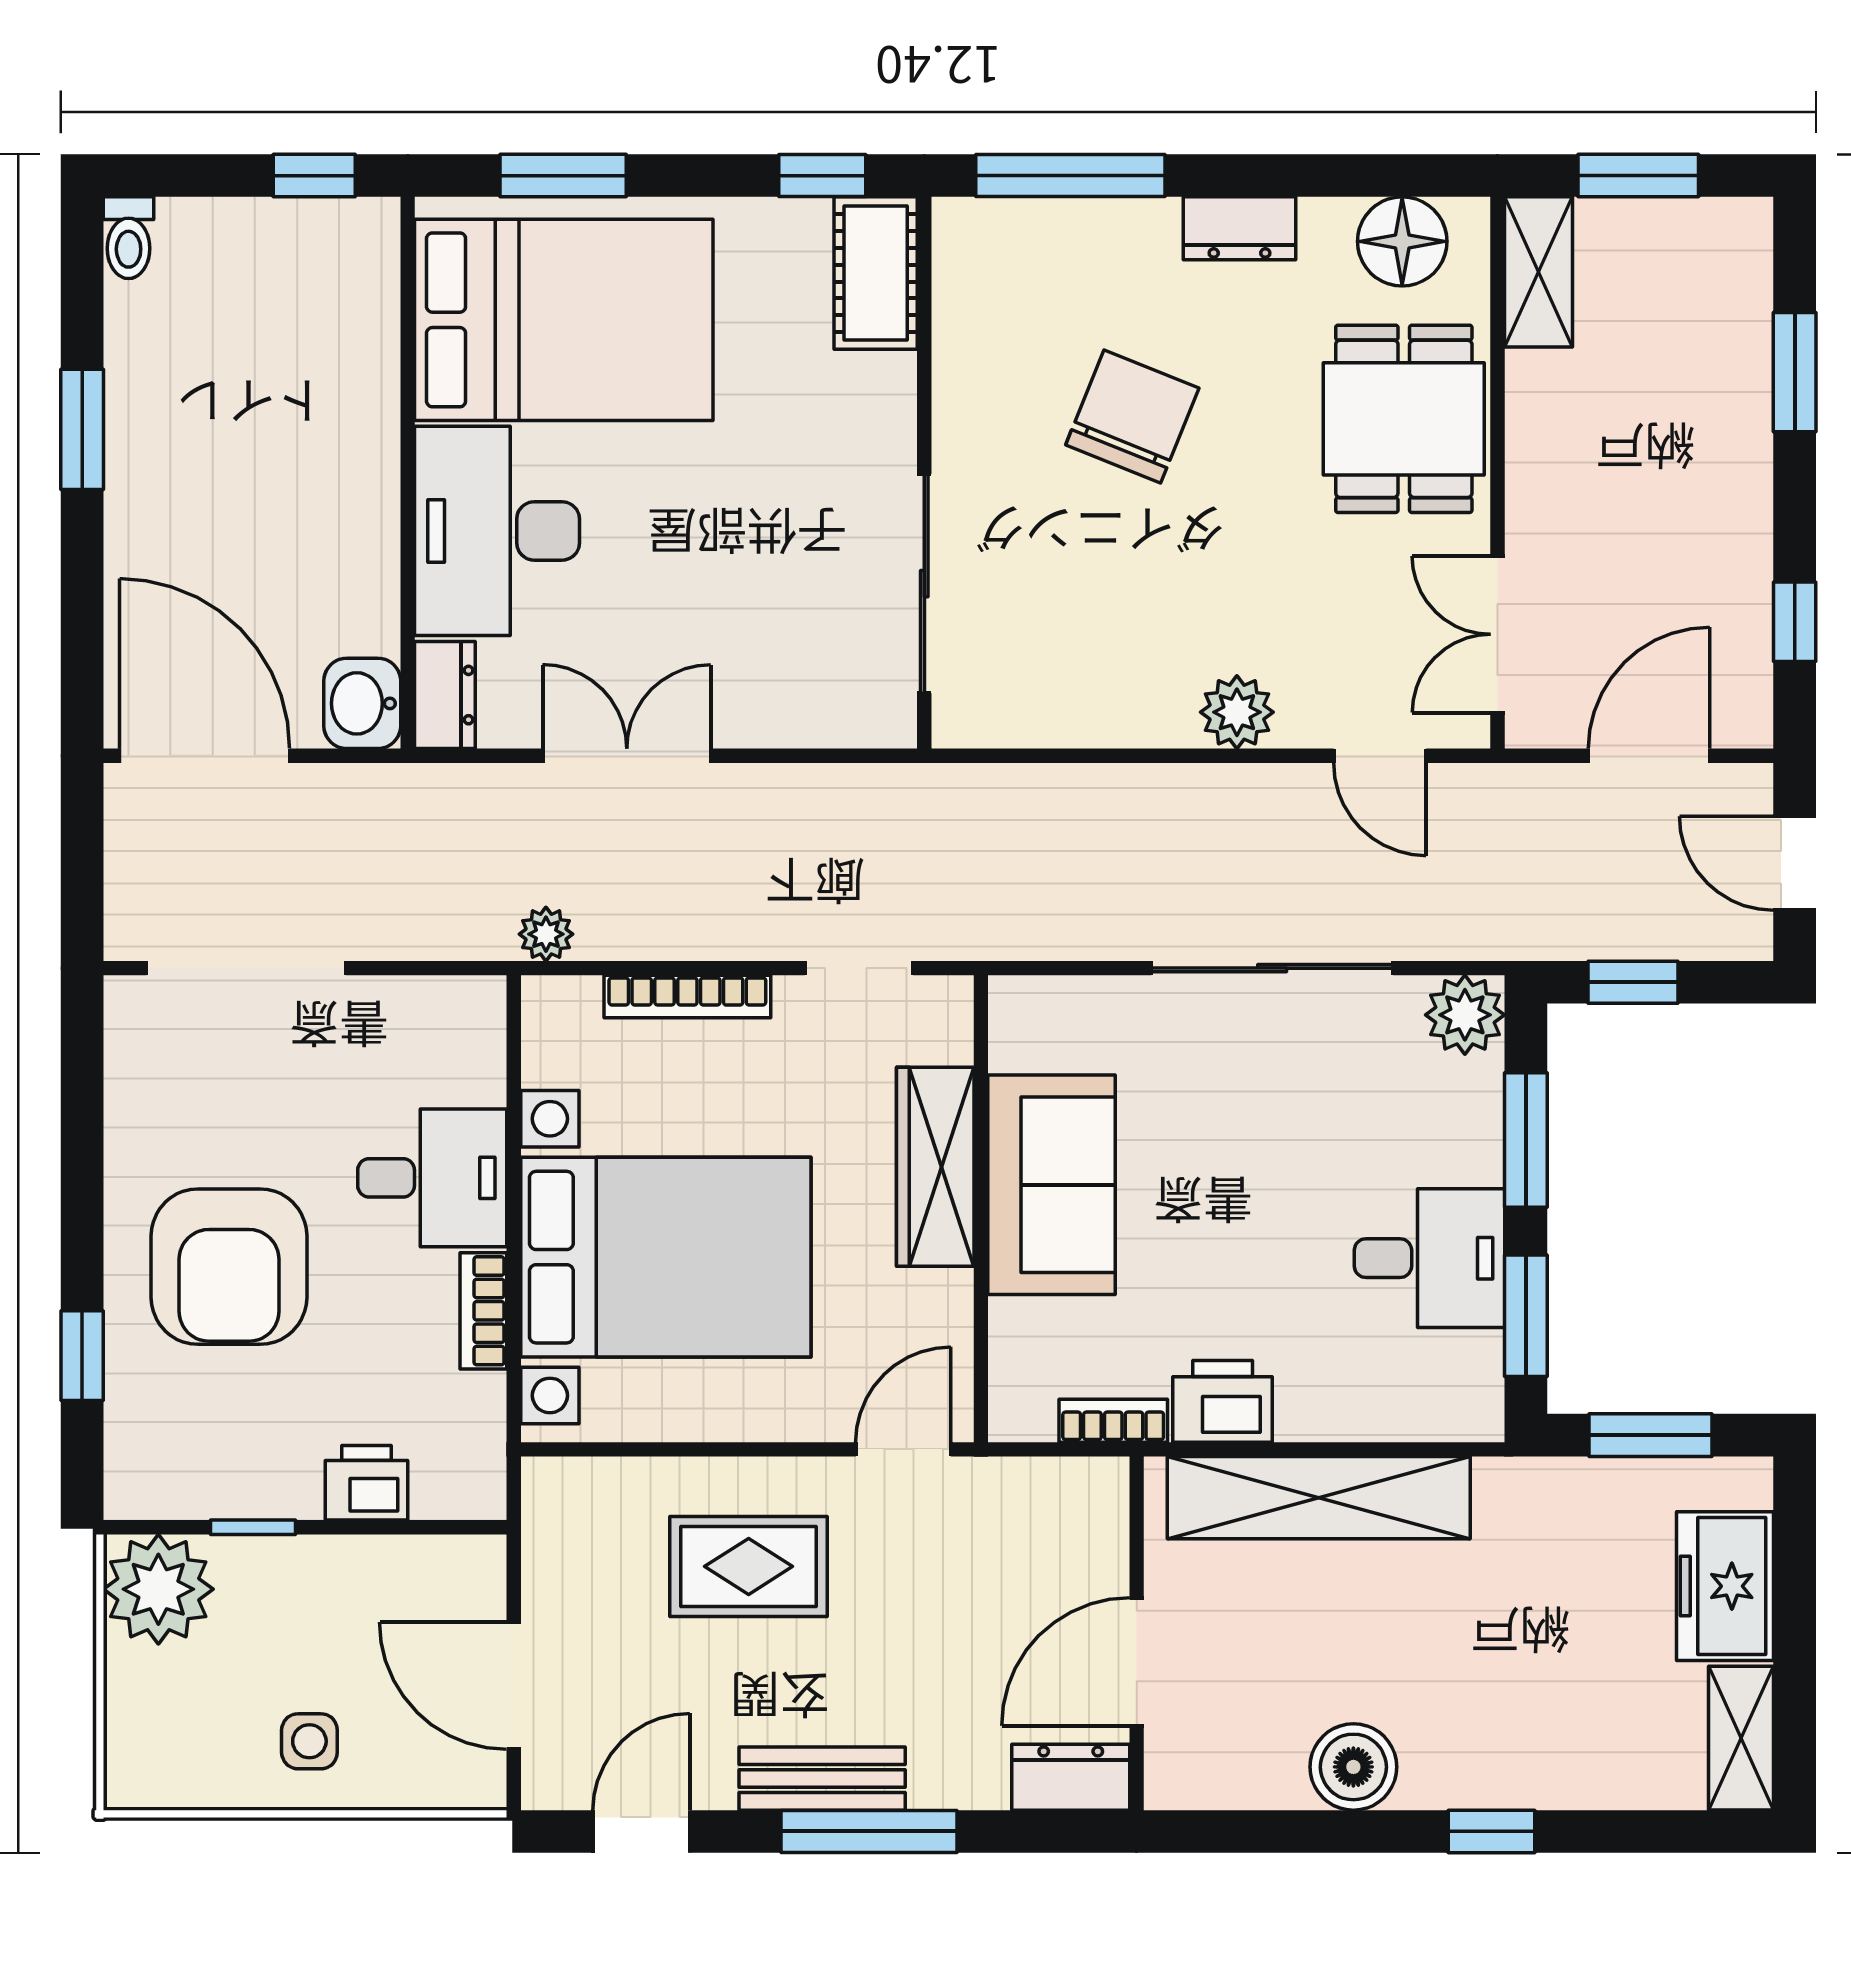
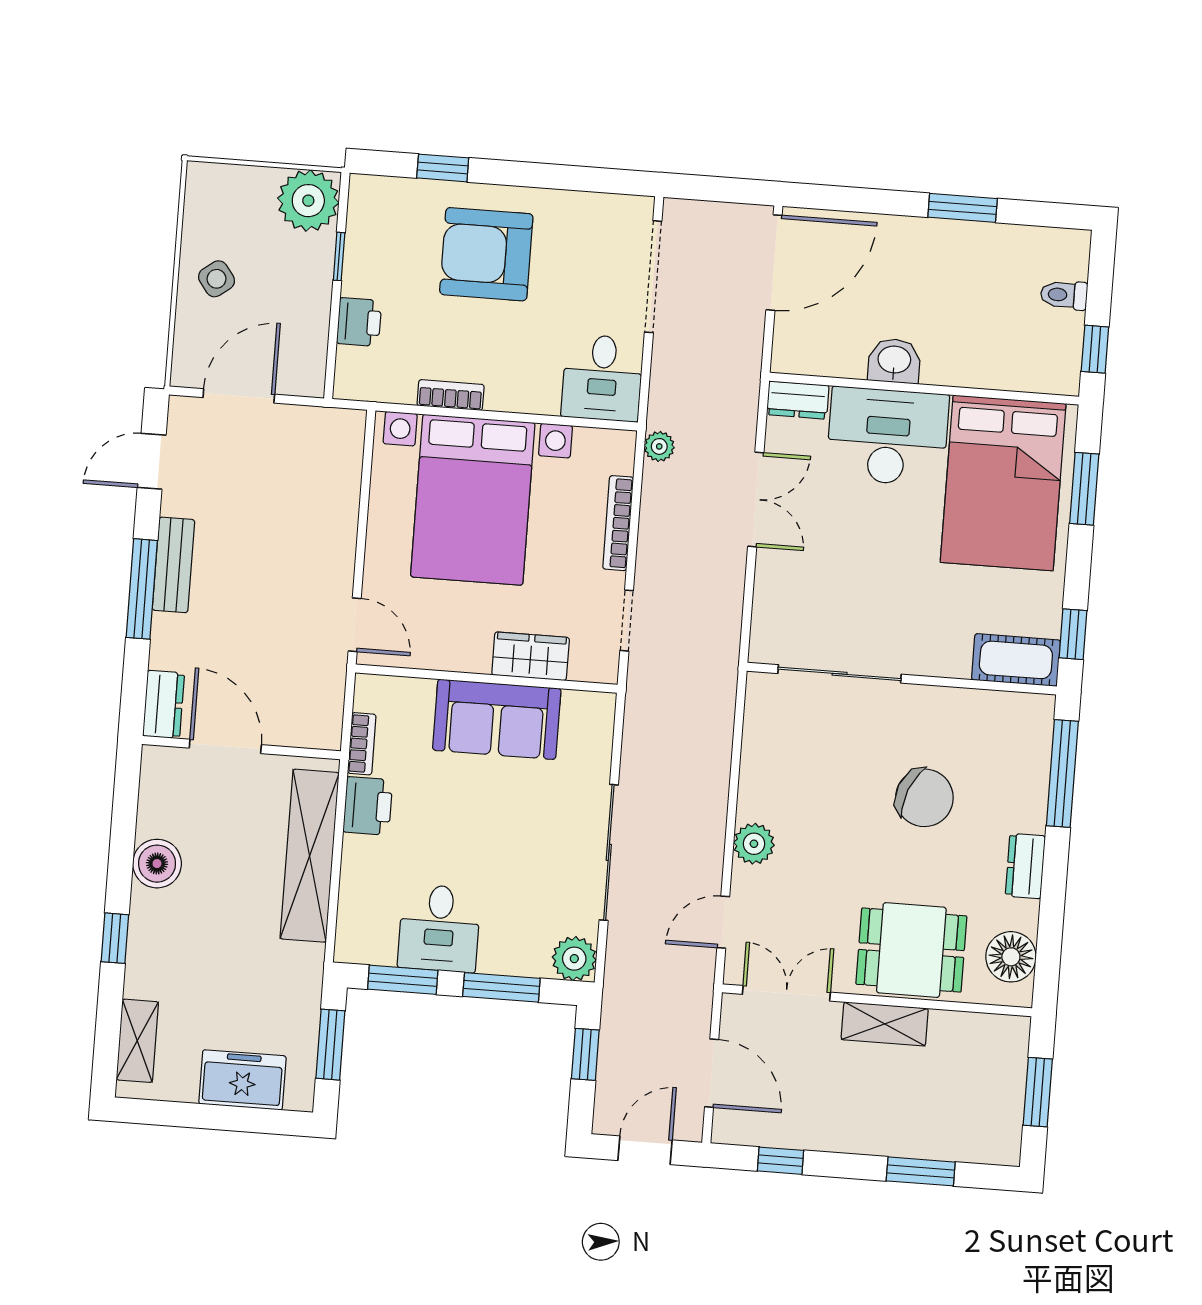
toilet: (129, 238) -> (1064, 295), moved
shelving: (1538, 272) -> (885, 1024), moved
washbasin: (362, 703) -> (894, 361), moved
wardrobe: (935, 1167) -> (531, 656), width x0.67
desk: (432, 1178) -> (602, 378), moved
rug: (749, 1566) -> (296, 533), removed
shelving: (1741, 1738) -> (137, 1041), moved, turned 90
side table: (309, 1741) -> (217, 279), turned -37
door: (641, 1831) -> (152, 461), swing flipped

